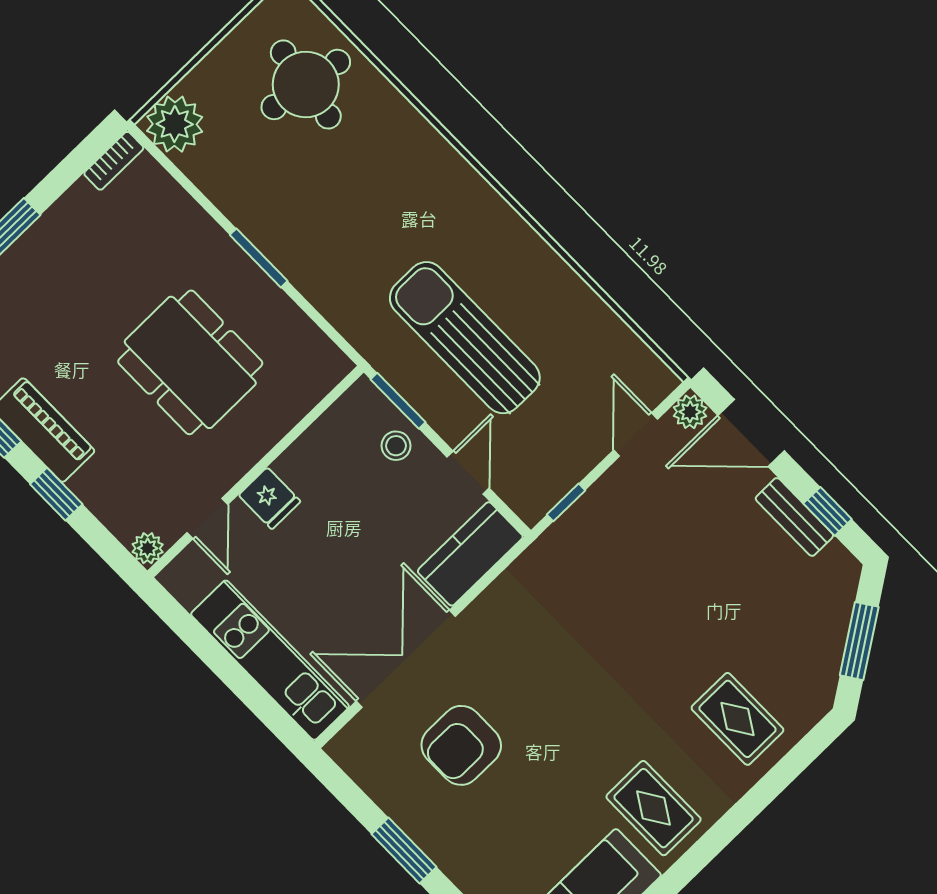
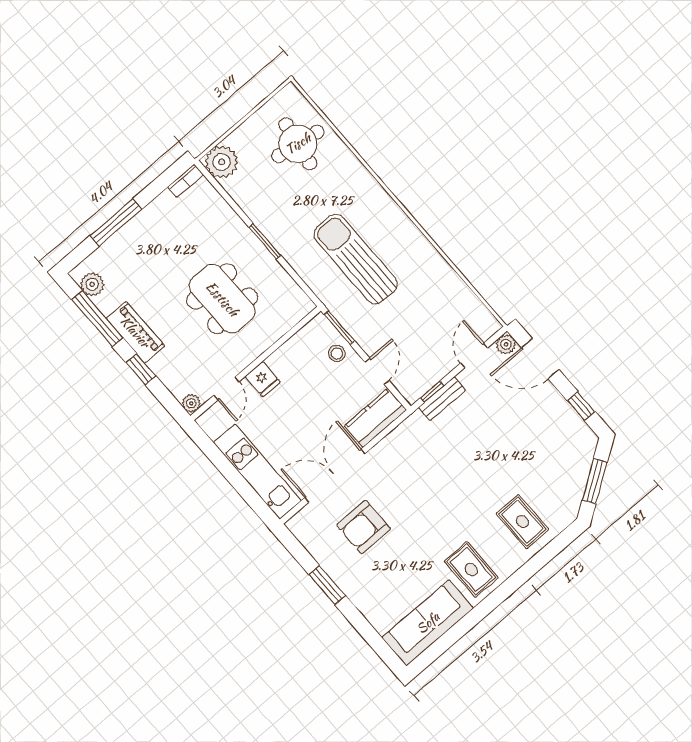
sun lounger: (465, 338) -> (356, 259), moved
bench: (794, 517) -> (442, 399), moved, turned 90

